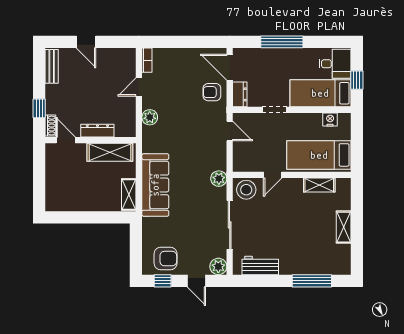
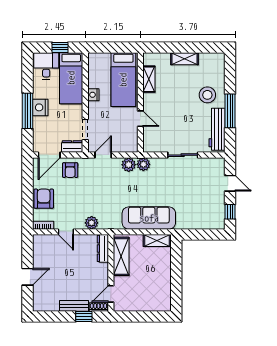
nightstand: (286, 57) -> (40, 107), added
bench: (52, 66) -> (74, 306), moved
doorway: (274, 110) -> (85, 130), moved
nightstand: (330, 119) -> (93, 95), moved
dresser: (97, 131) -> (103, 248), moved
stool: (246, 190) -> (207, 95), moved
sliding door: (230, 225) -> (183, 155), width x0.73
armchair: (166, 259) -> (44, 199), moved
workbench: (260, 265) -> (217, 129), width x1.38
plant: (218, 266) -> (129, 165), moved
door: (196, 281) -> (230, 183), hinge flipped
window: (312, 281) -> (230, 111), moved

